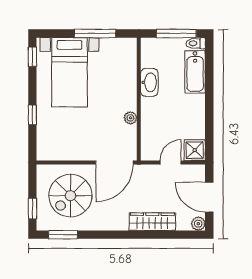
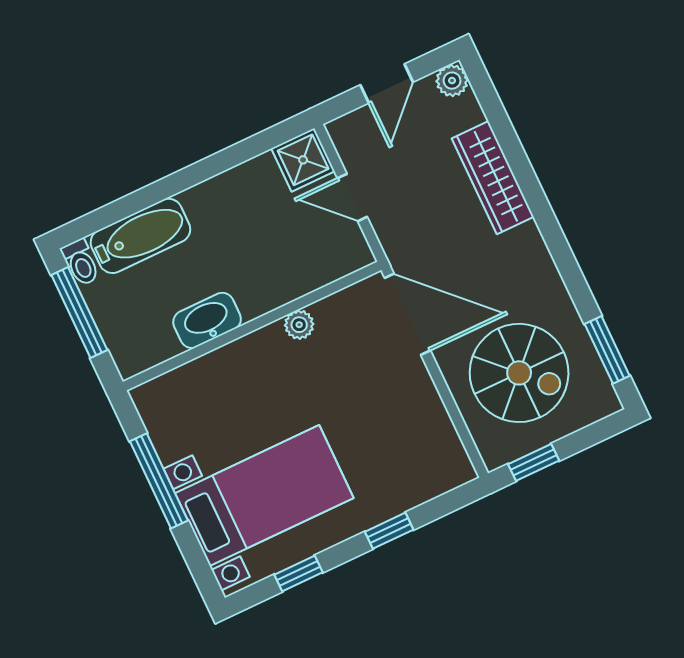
window: (32, 57) -> (299, 574), moved
door: (209, 197) -> (387, 84), width x0.73
window: (32, 208) -> (534, 462), moved

